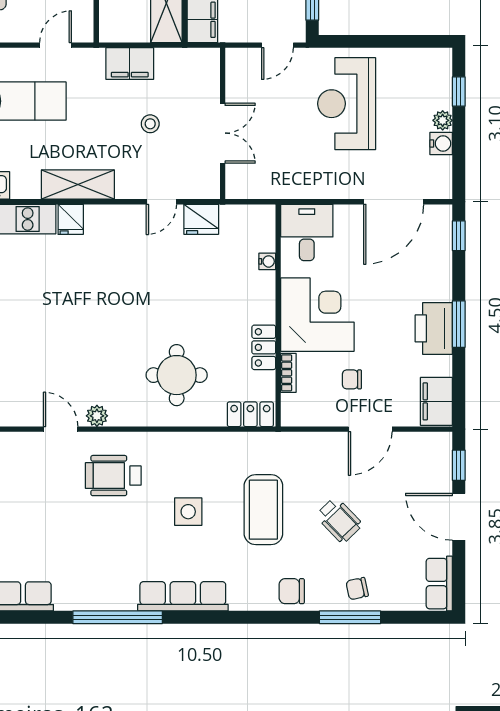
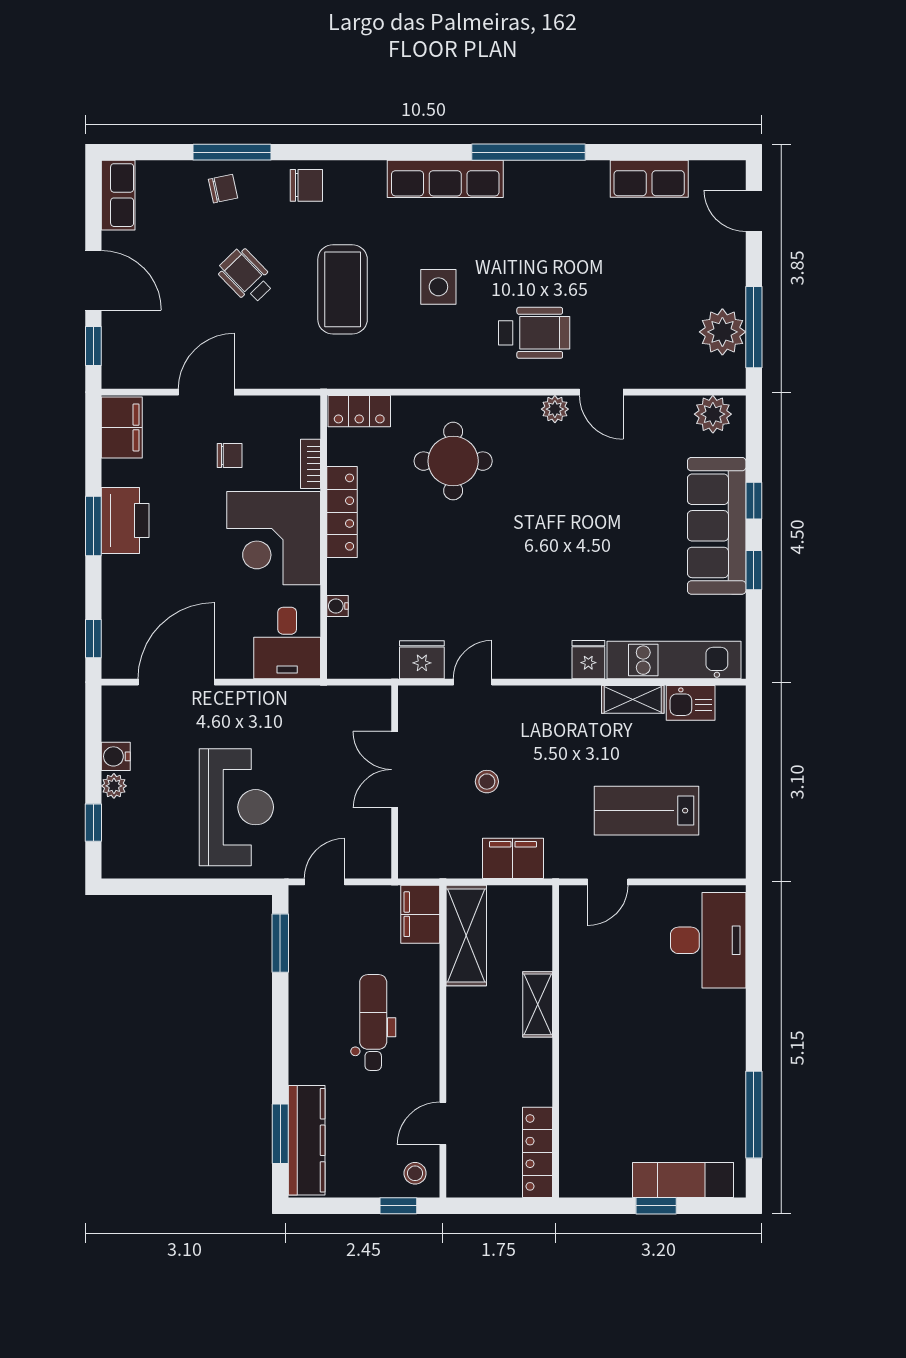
shelving: (78, 185) -> (633, 699), moved, width x0.67, depth x0.75
locker: (264, 347) -> (342, 512), width x1.53

